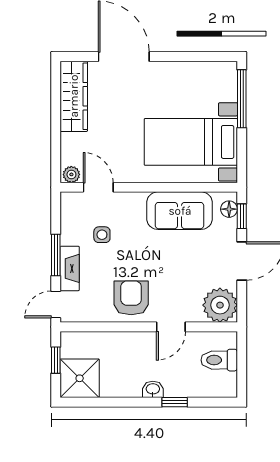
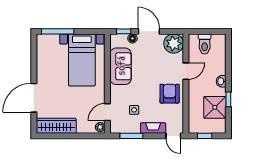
floor lamp: (229, 209) -> (132, 38), moved
window: (56, 255) -> (131, 136), moved
armchair: (131, 298) -> (170, 94), turned 90
door: (171, 327) -> (186, 71), hinge flipped
shower: (80, 378) -> (215, 107), moved
window: (175, 402) -> (228, 99), moved

